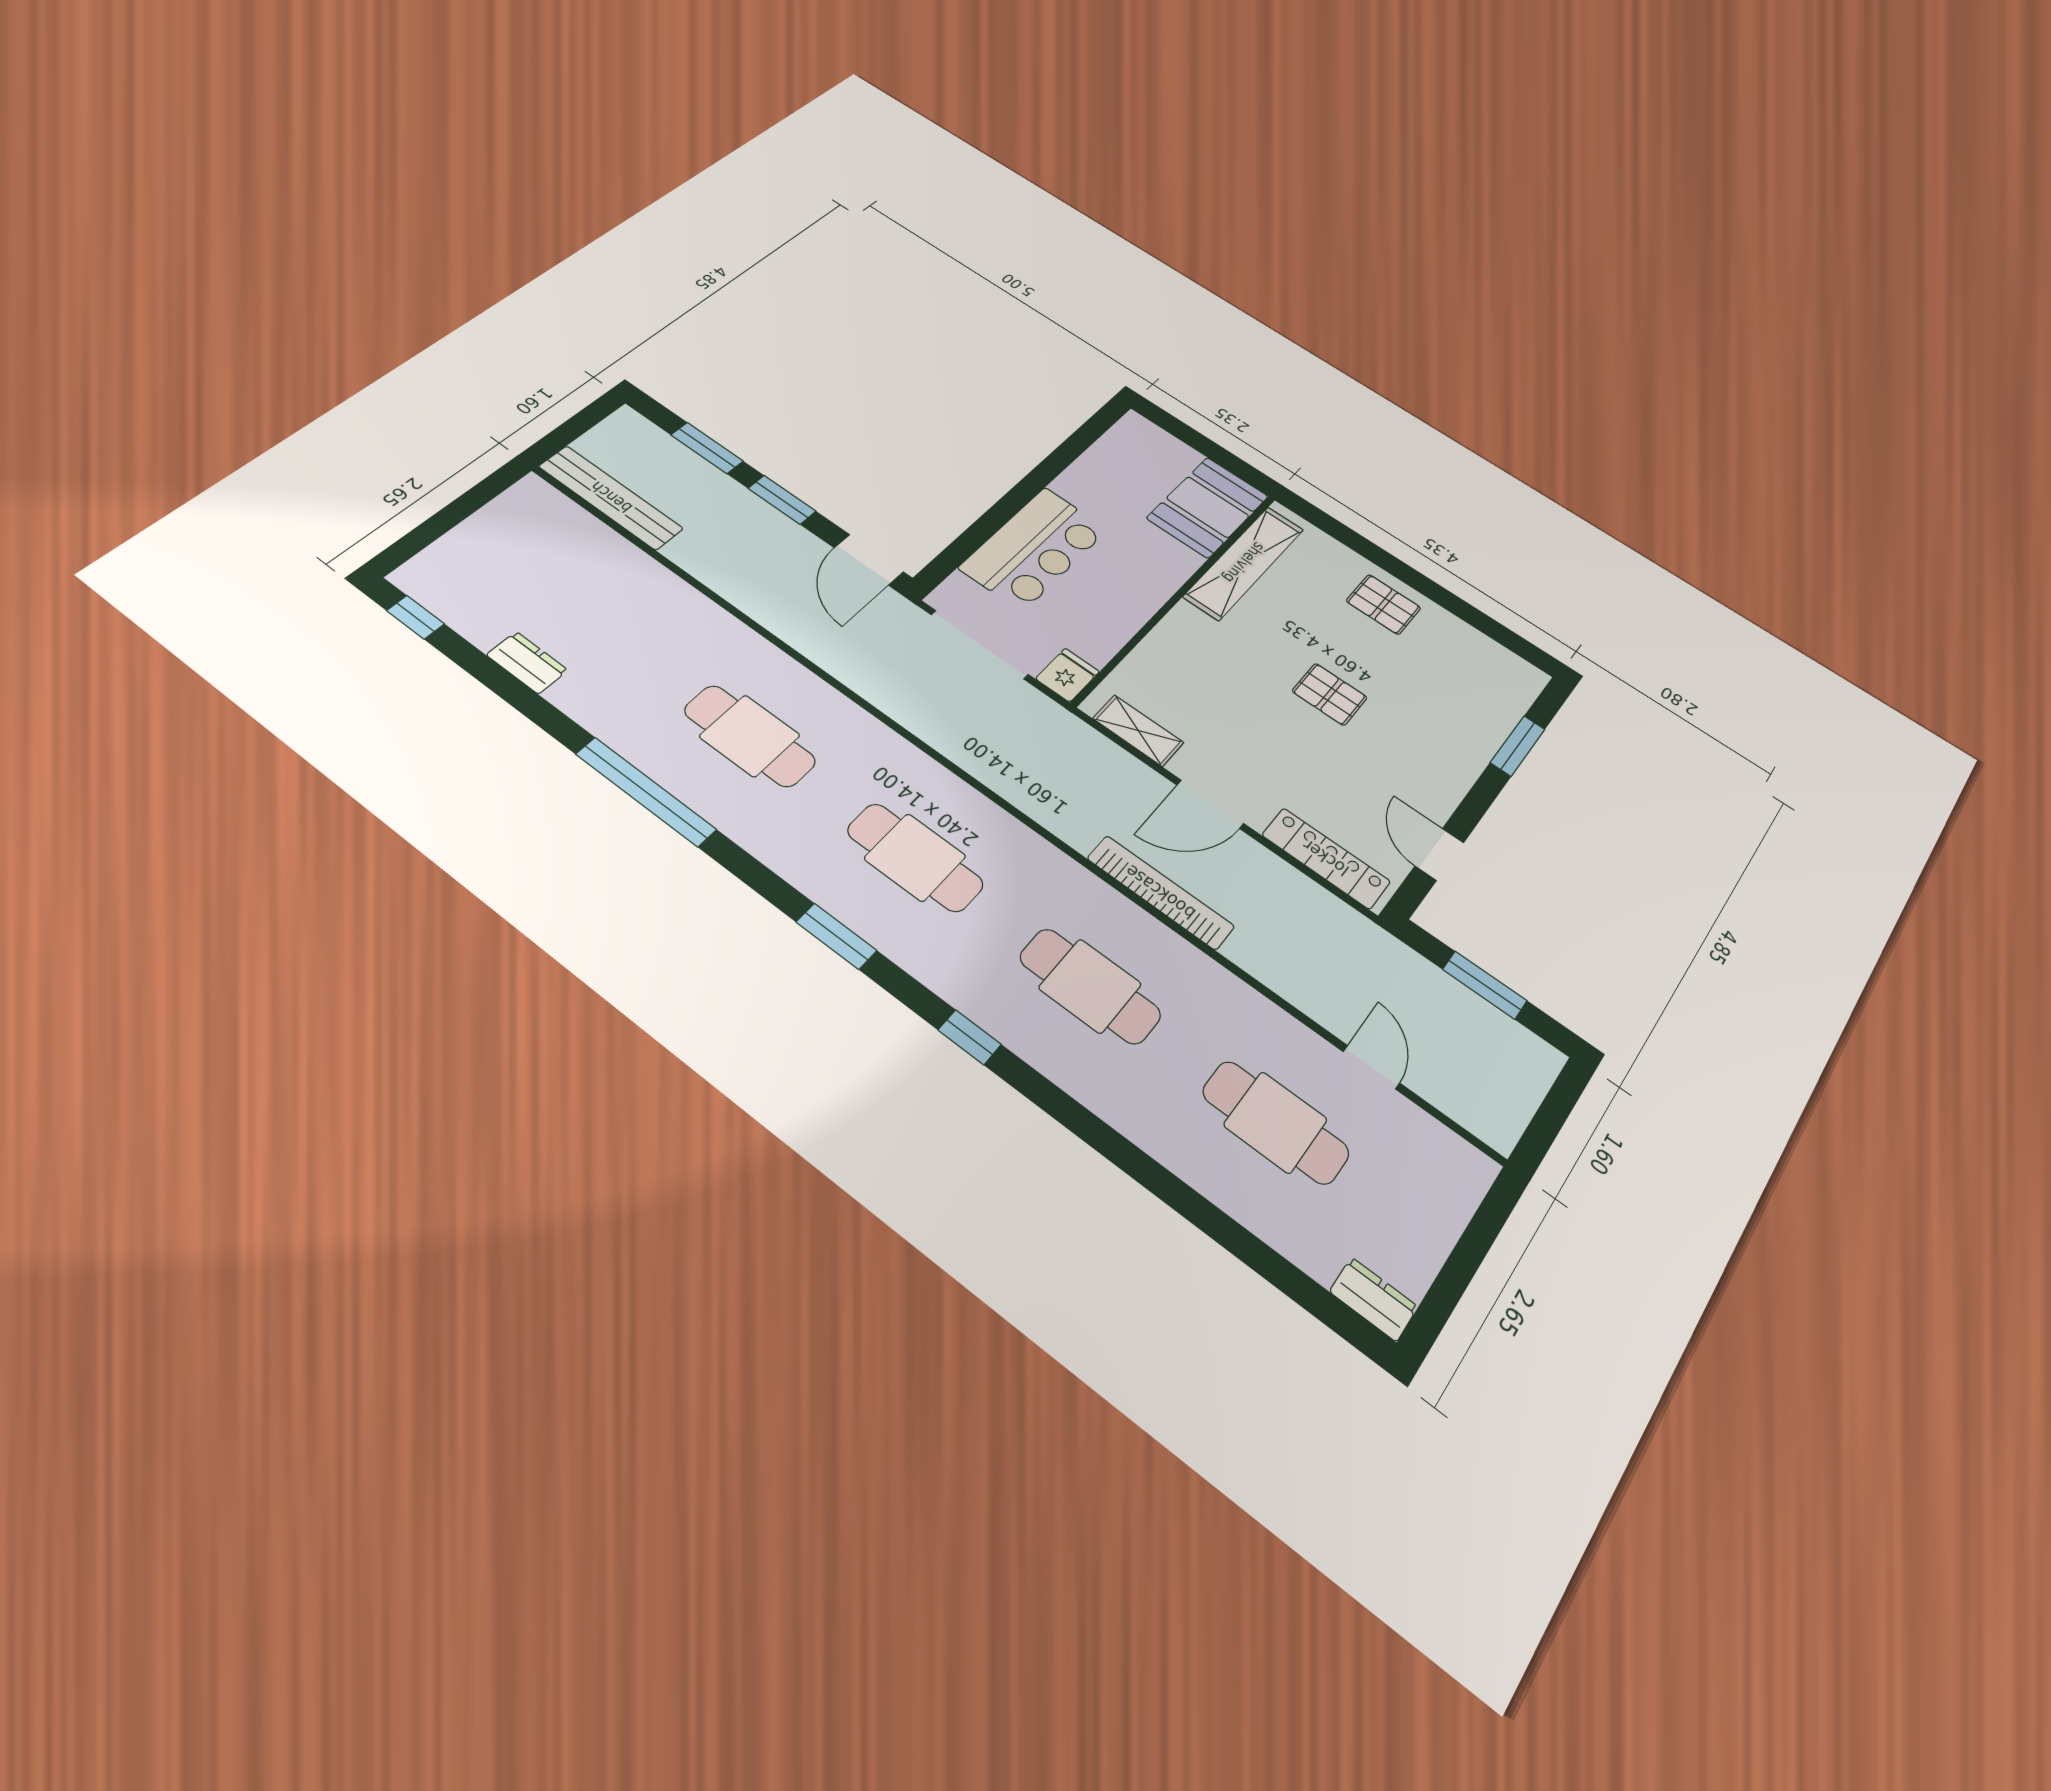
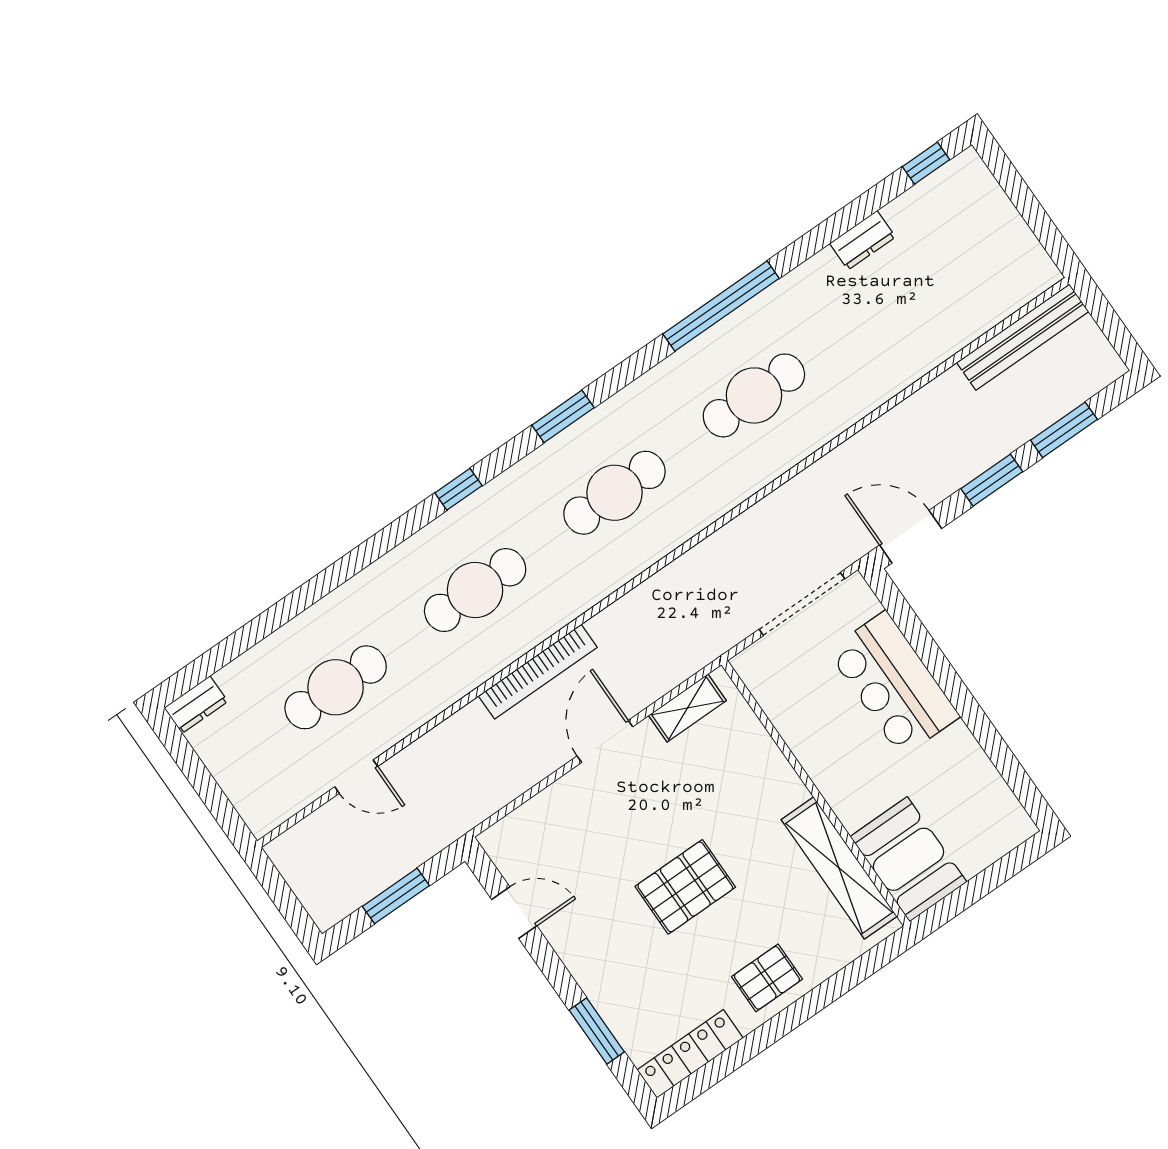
fridge: (1067, 675) -> (755, 668), removed
pallet: (1330, 694) -> (685, 887), width x1.50, depth x1.42
locker: (1326, 858) -> (690, 1054), moved, turned 180

